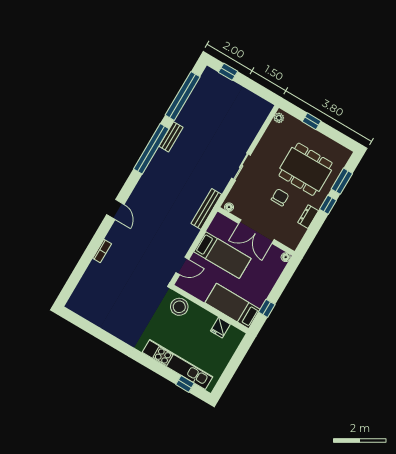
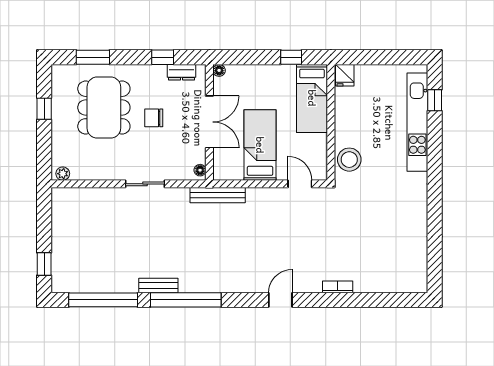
window: (312, 121) -> (44, 109), moved
window: (328, 205) -> (163, 57), moved
dresser: (308, 217) -> (182, 72), moved
fridge: (220, 328) -> (345, 75), moved, turned 90

